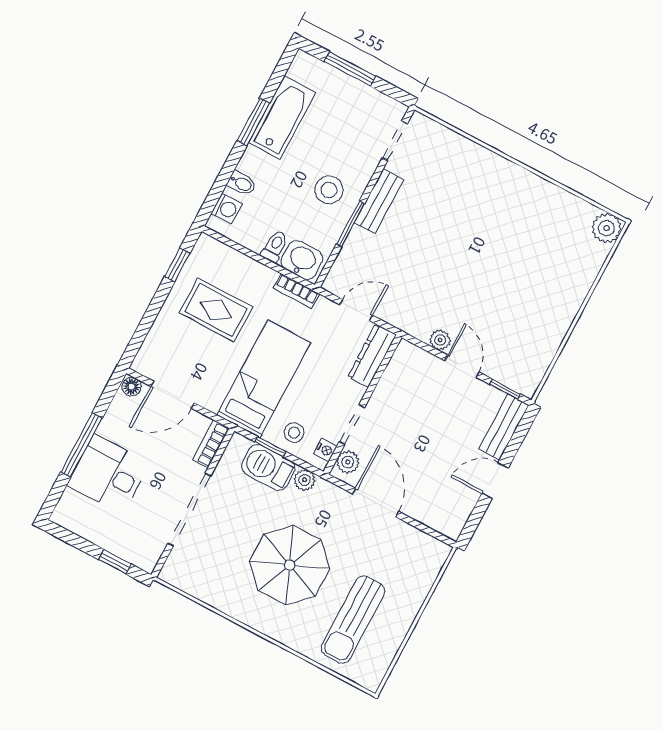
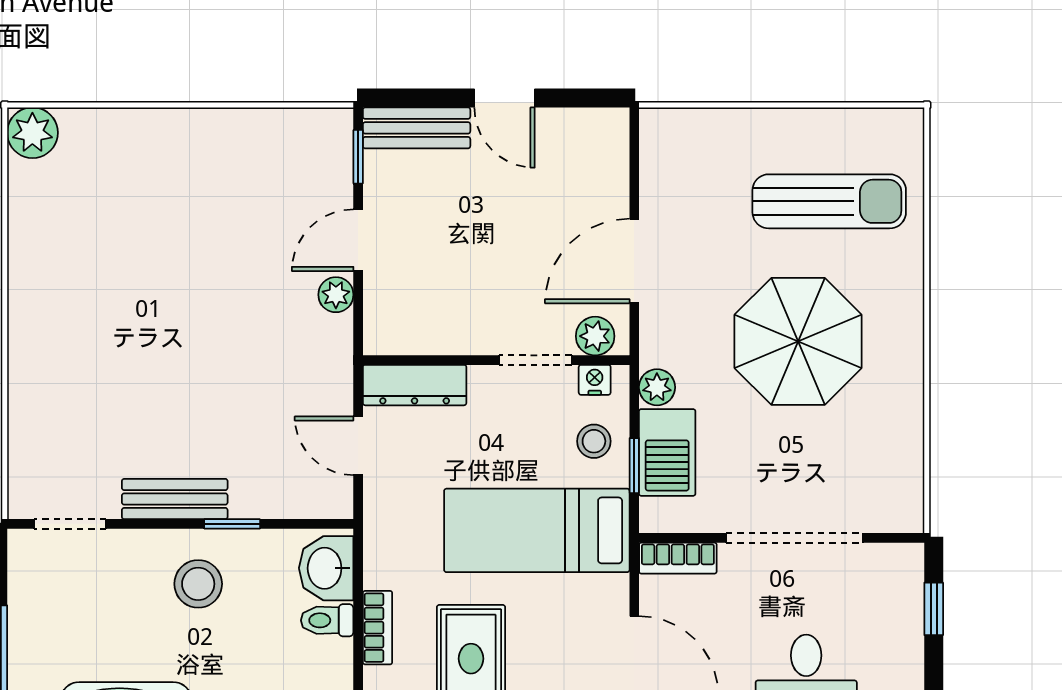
window: (351, 224) -> (232, 524), width x0.67
bookcase: (296, 291) -> (378, 628), moved

